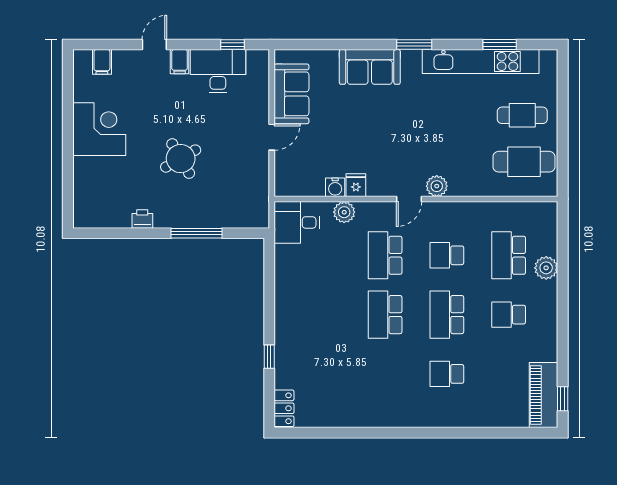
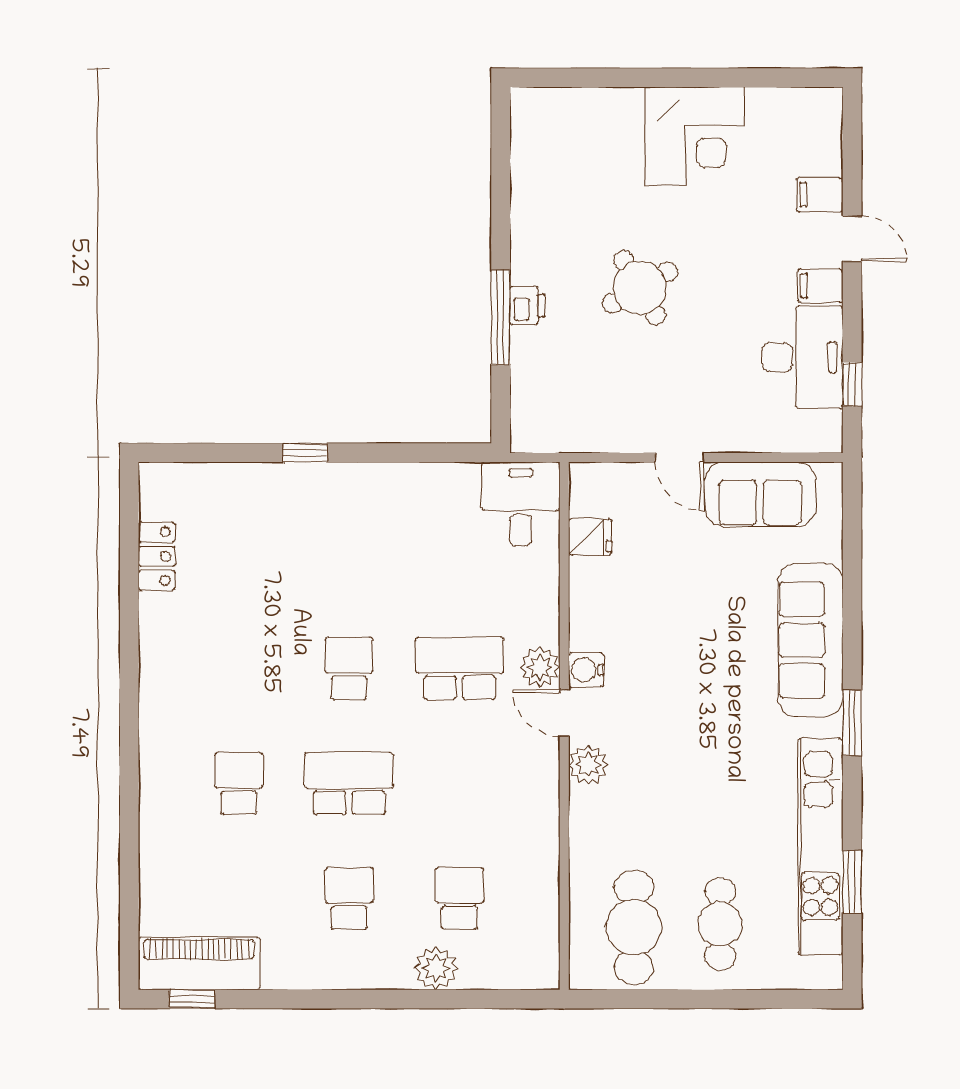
filing cabinet: (102, 62) -> (820, 195), moved
sofa: (370, 67) -> (810, 640), width x1.36
fridge: (356, 185) -> (590, 537), moved
water cooler: (335, 187) -> (586, 670), moved
plant: (344, 212) -> (540, 667), moved
printer: (142, 219) -> (527, 306), moved
school desk: (447, 255) -> (460, 783), removed
school desk: (509, 255) -> (460, 898), width x0.54
school desk: (385, 315) -> (349, 668), width x0.54
window: (269, 357) -> (305, 453), moved
locker: (284, 408) -> (157, 556), moved, turned -90

